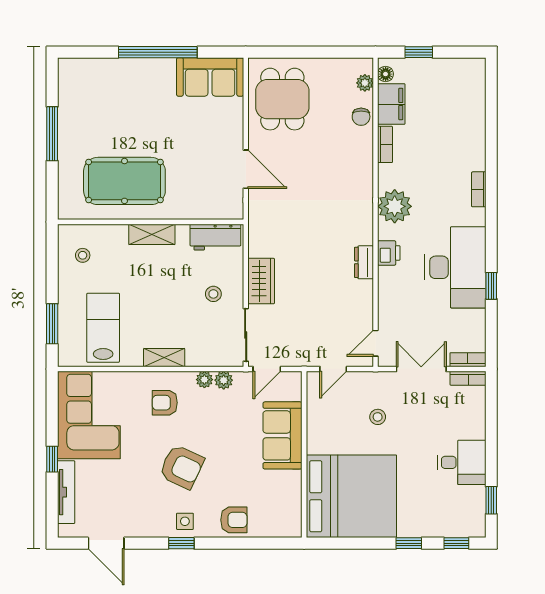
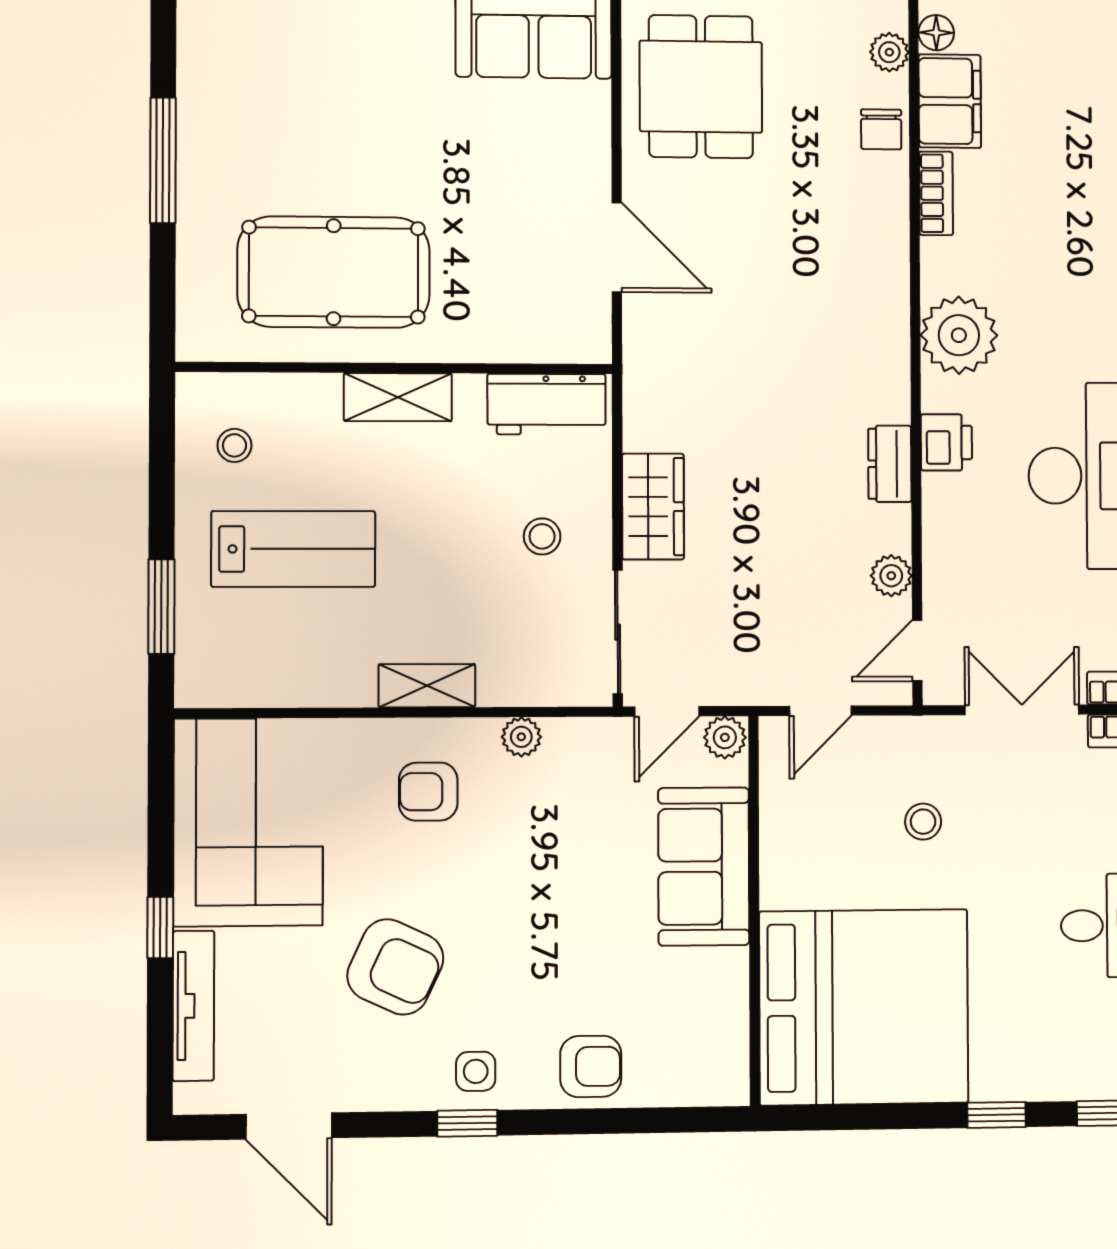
plant: (364, 311) -> (891, 576), added
lab bench: (103, 328) -> (293, 549), moved, turned 90
plant: (224, 380) -> (725, 737), moved
armchair: (182, 467) -> (395, 967), moved

